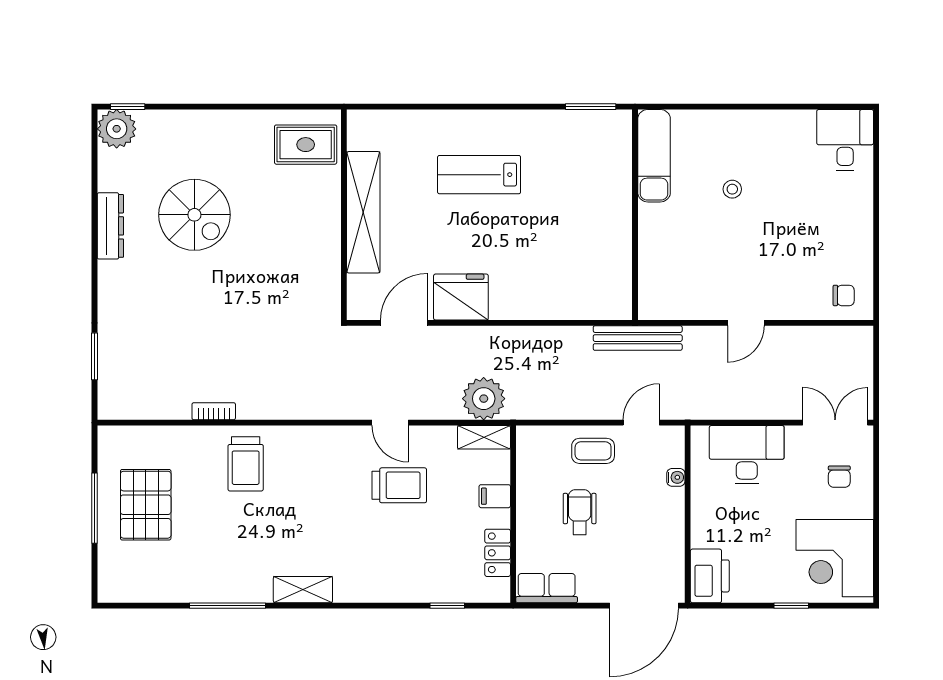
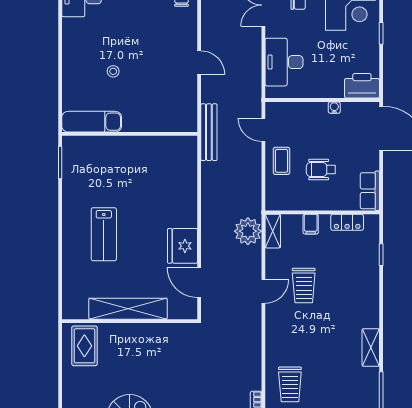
trolley: (246, 464) -> (290, 384), turned 90
water cooler: (676, 477) -> (334, 108), moved
trolley: (399, 485) -> (304, 286), turned 180

